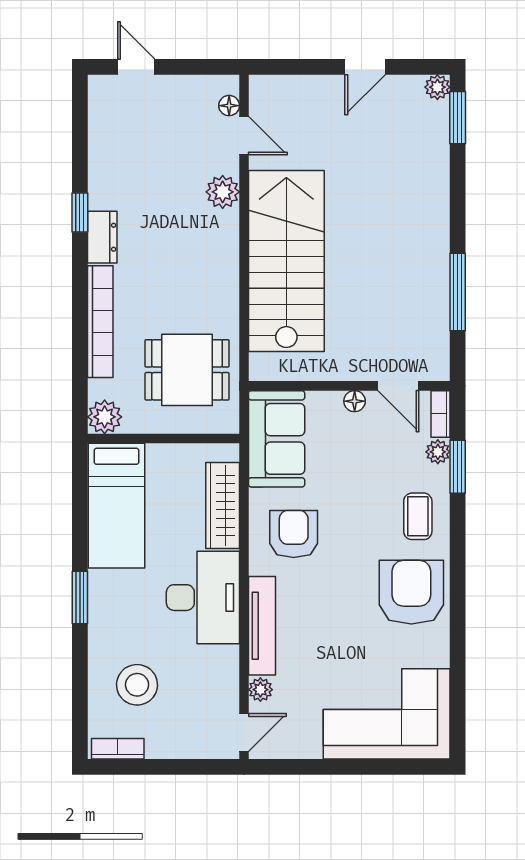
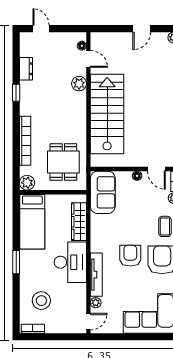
dresser: (102, 237) -> (26, 69), moved
dining table: (187, 370) -> (63, 162), turned 90
armchair: (294, 534) -> (130, 256), moved

